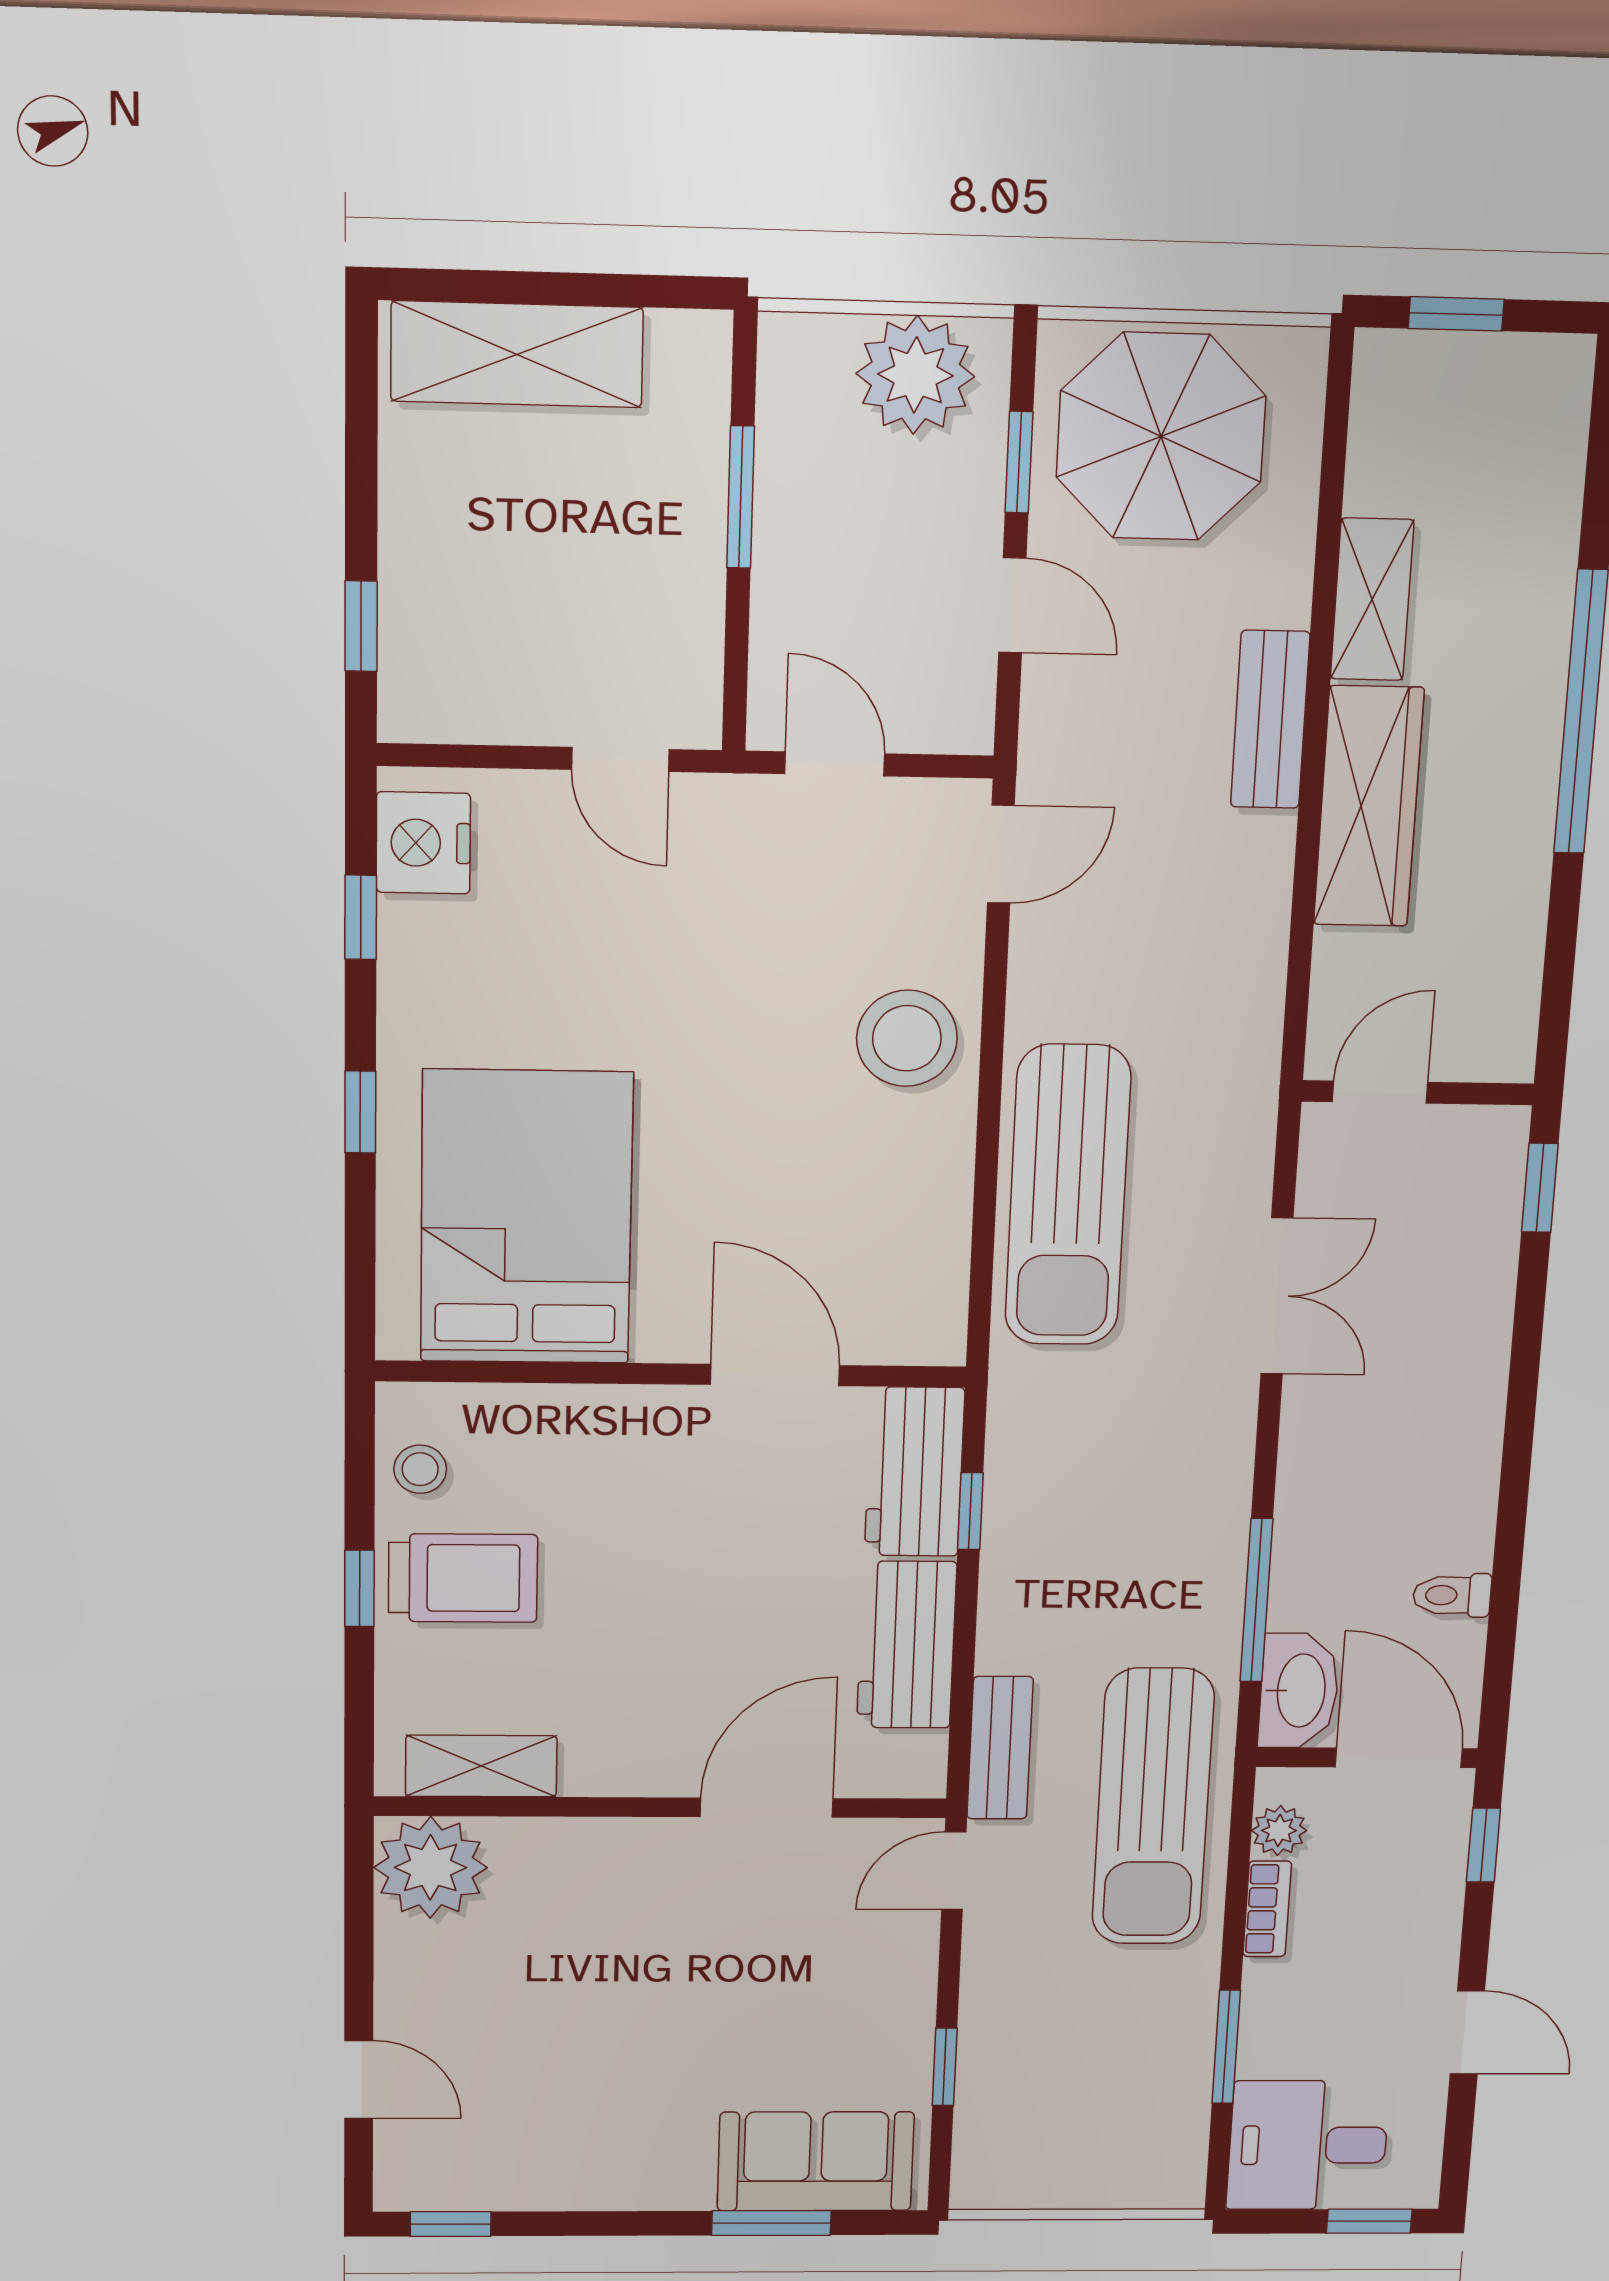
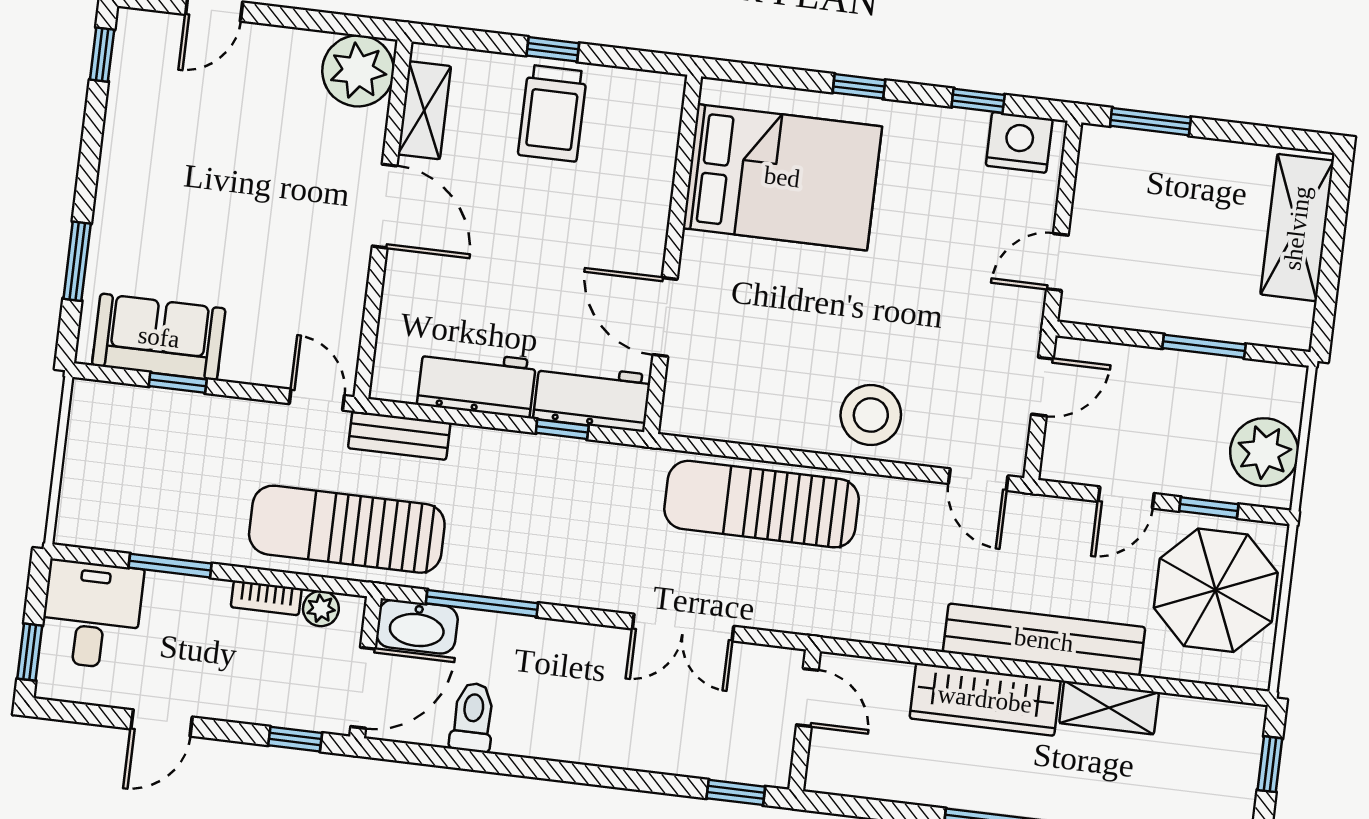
window: (361, 626) -> (1150, 122), width x1.50
bench: (1270, 720) -> (1044, 640), width x1.86, depth x1.21
door: (775, 1375) -> (665, 317), swing flipped
stool: (420, 1469) -> (627, 95), removed
toilet: (1452, 1595) -> (473, 717), width x1.37, depth x1.39
door: (767, 1808) -> (385, 206), moved
sofa: (816, 2161) -> (159, 337), moved, turned -90

